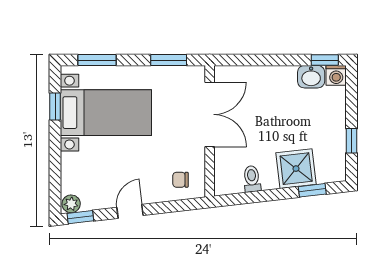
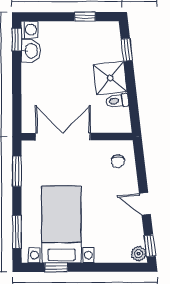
shower: (296, 169) -> (110, 78), moved

